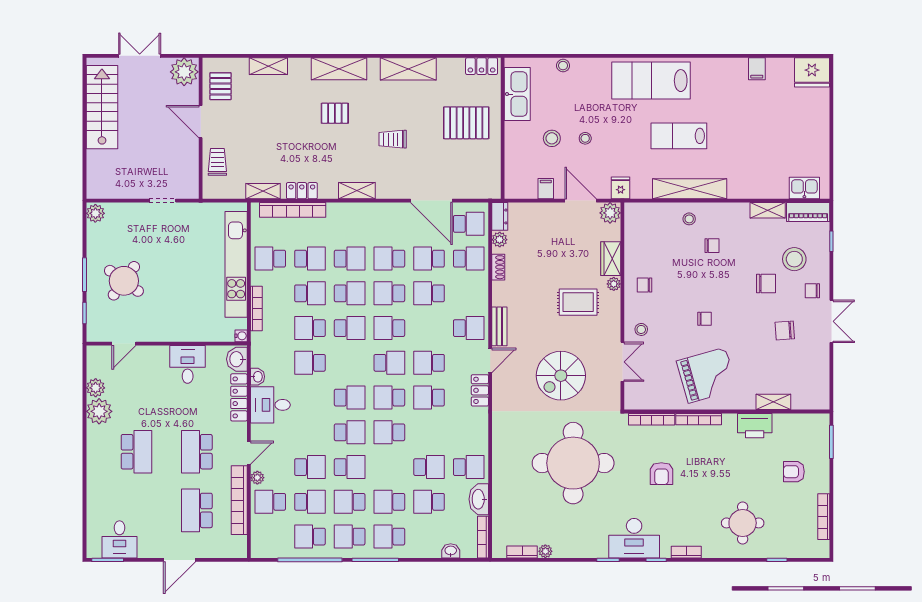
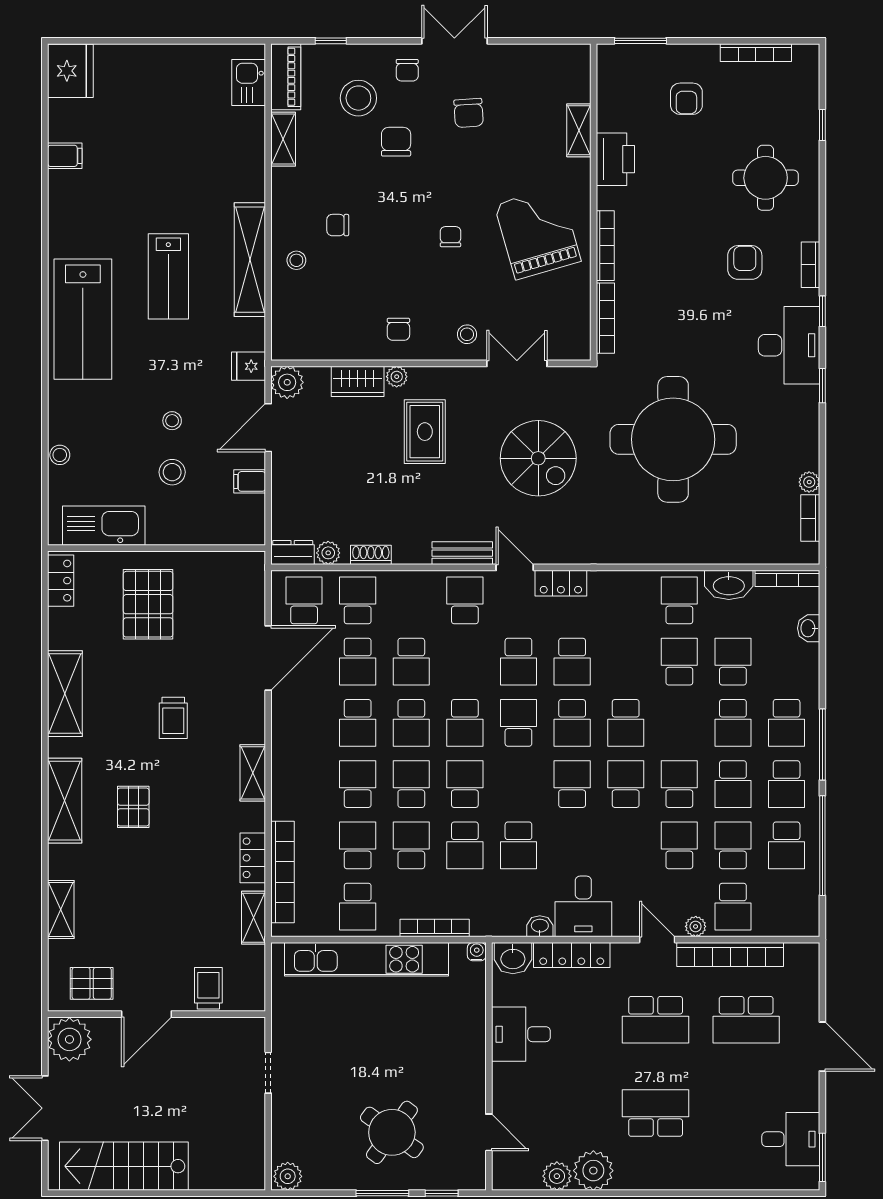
trolley: (217, 162) -> (208, 988), turned 90
chair: (712, 246) -> (338, 225), turned -90
armchair: (661, 474) -> (745, 262), moved, turned -90
school desk: (429, 502) -> (733, 662), turned 180

